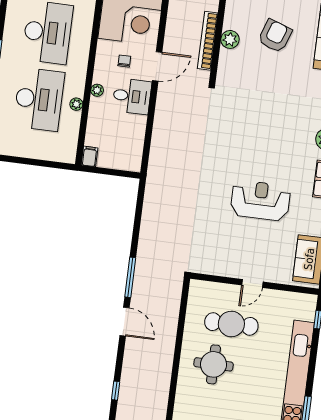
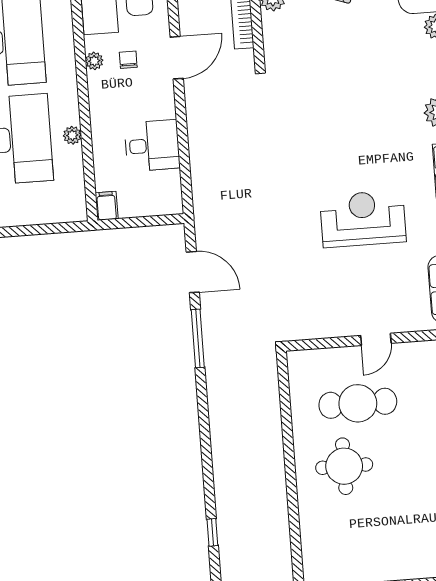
plant: (97, 90) -> (94, 61), moved
desk: (132, 96) -> (152, 145), moved
window: (130, 277) -> (198, 338), moved
door: (124, 322) -> (193, 272), moved

